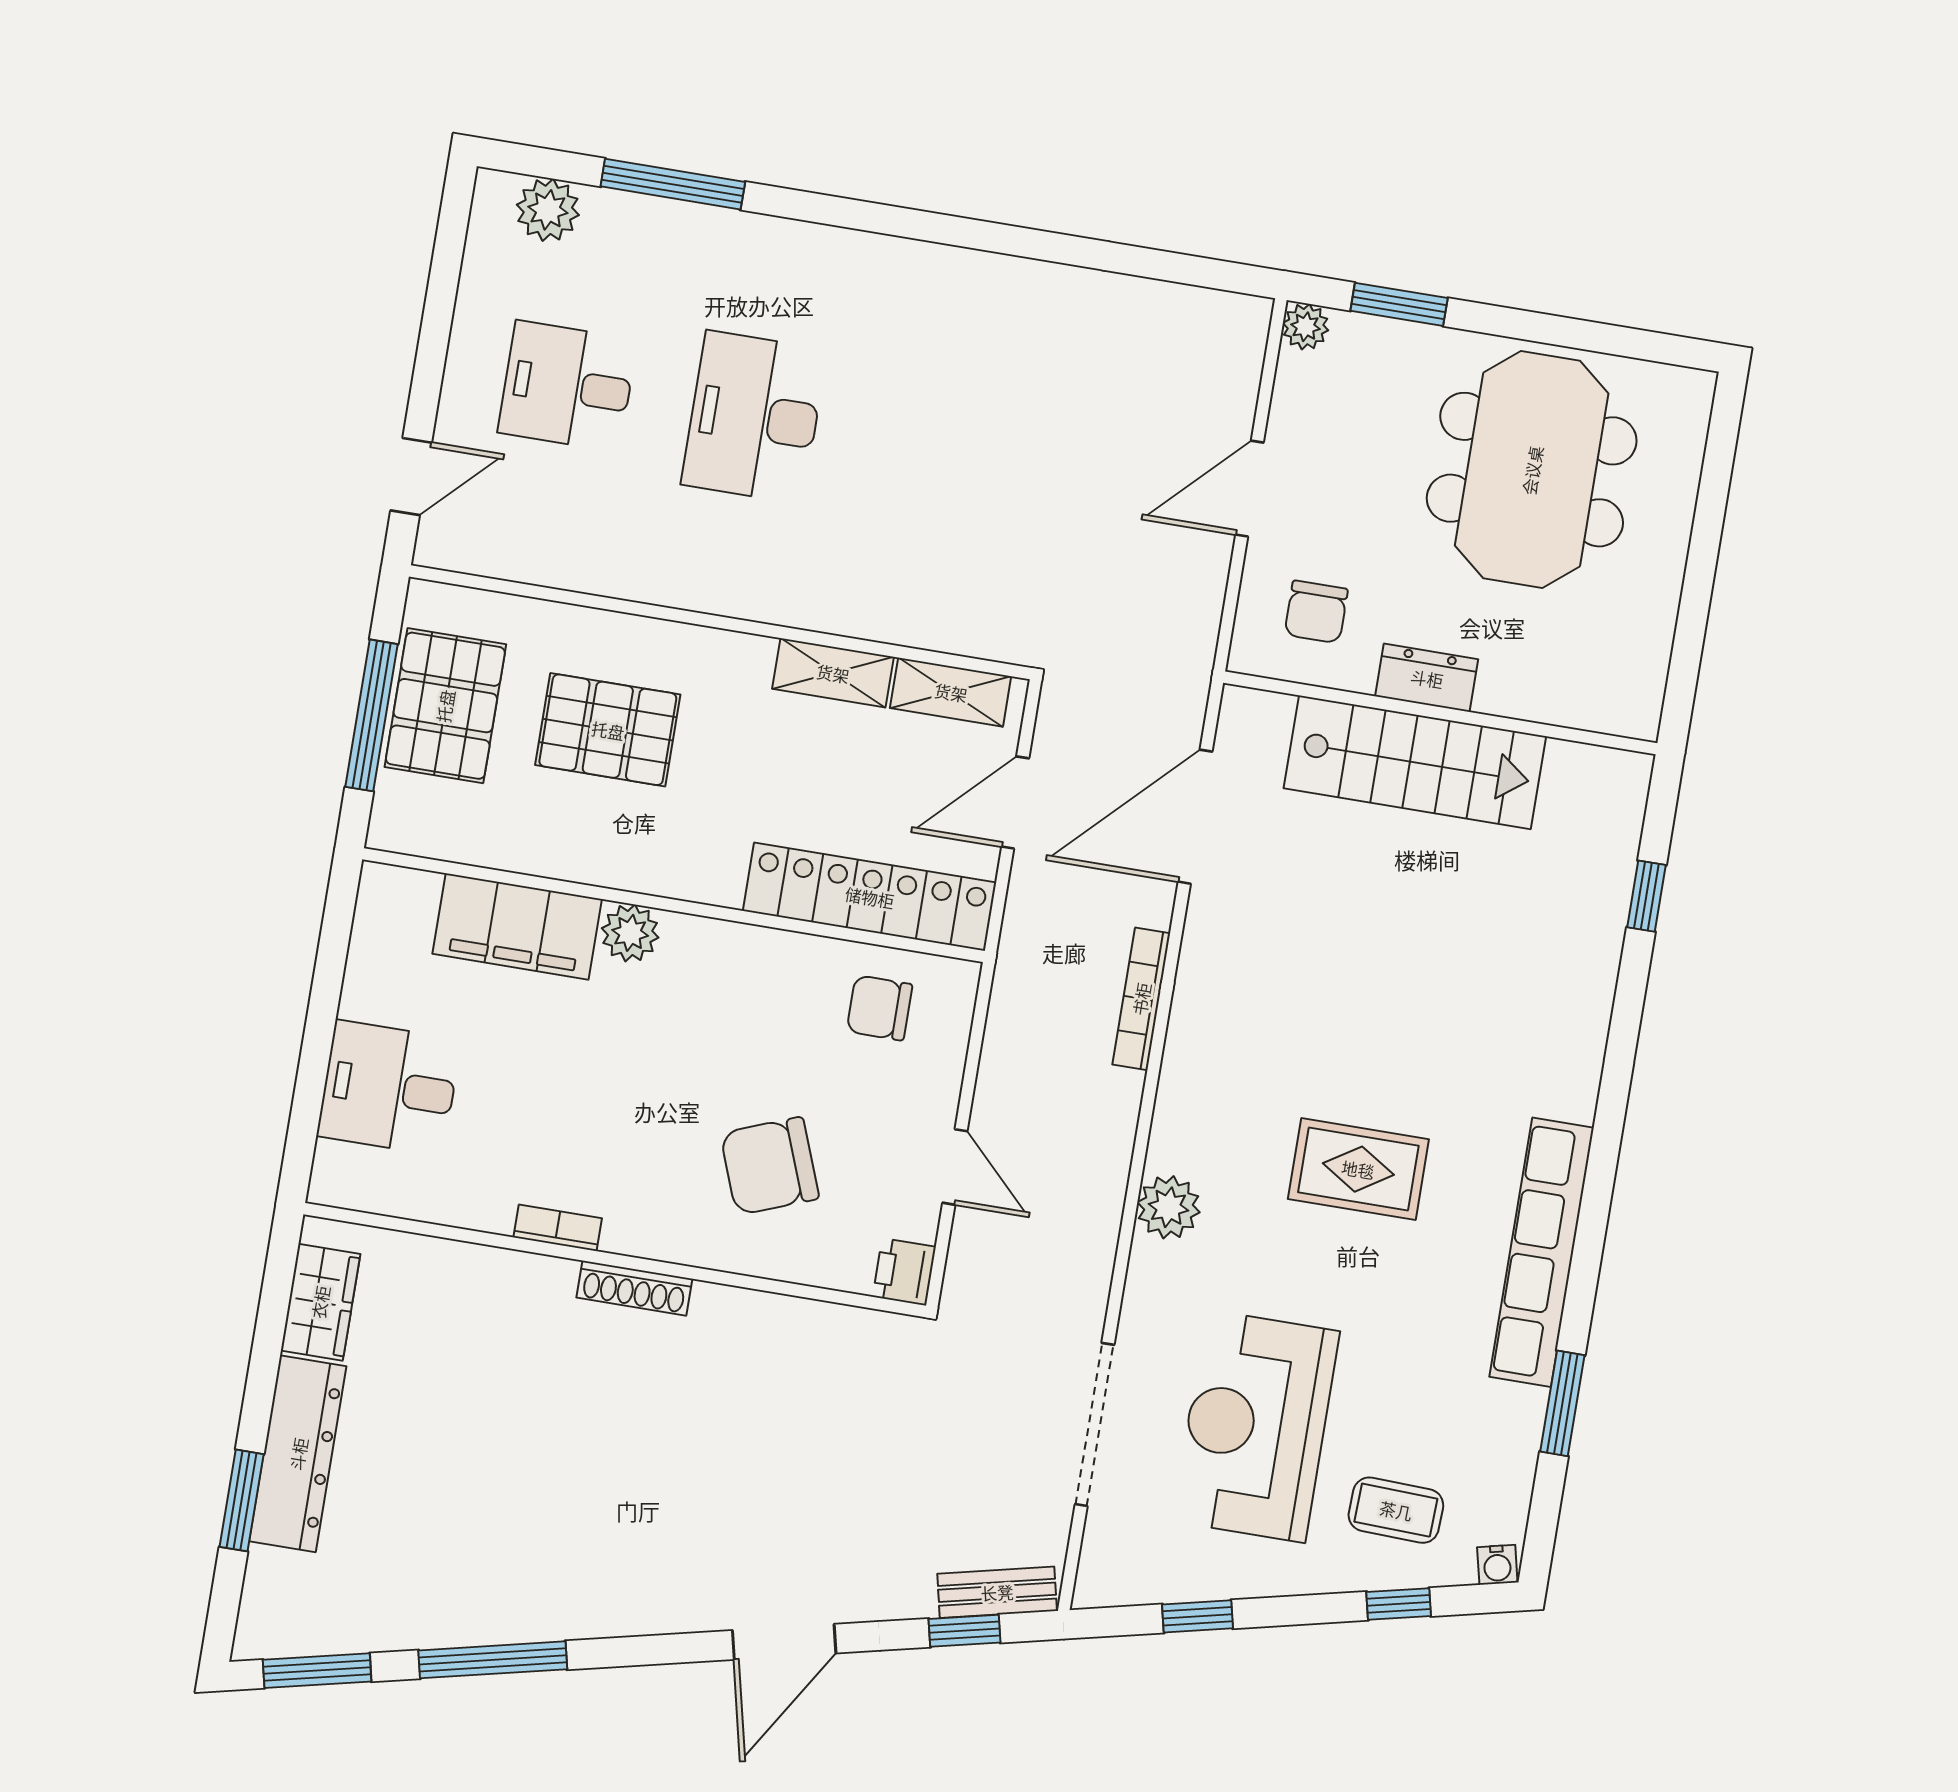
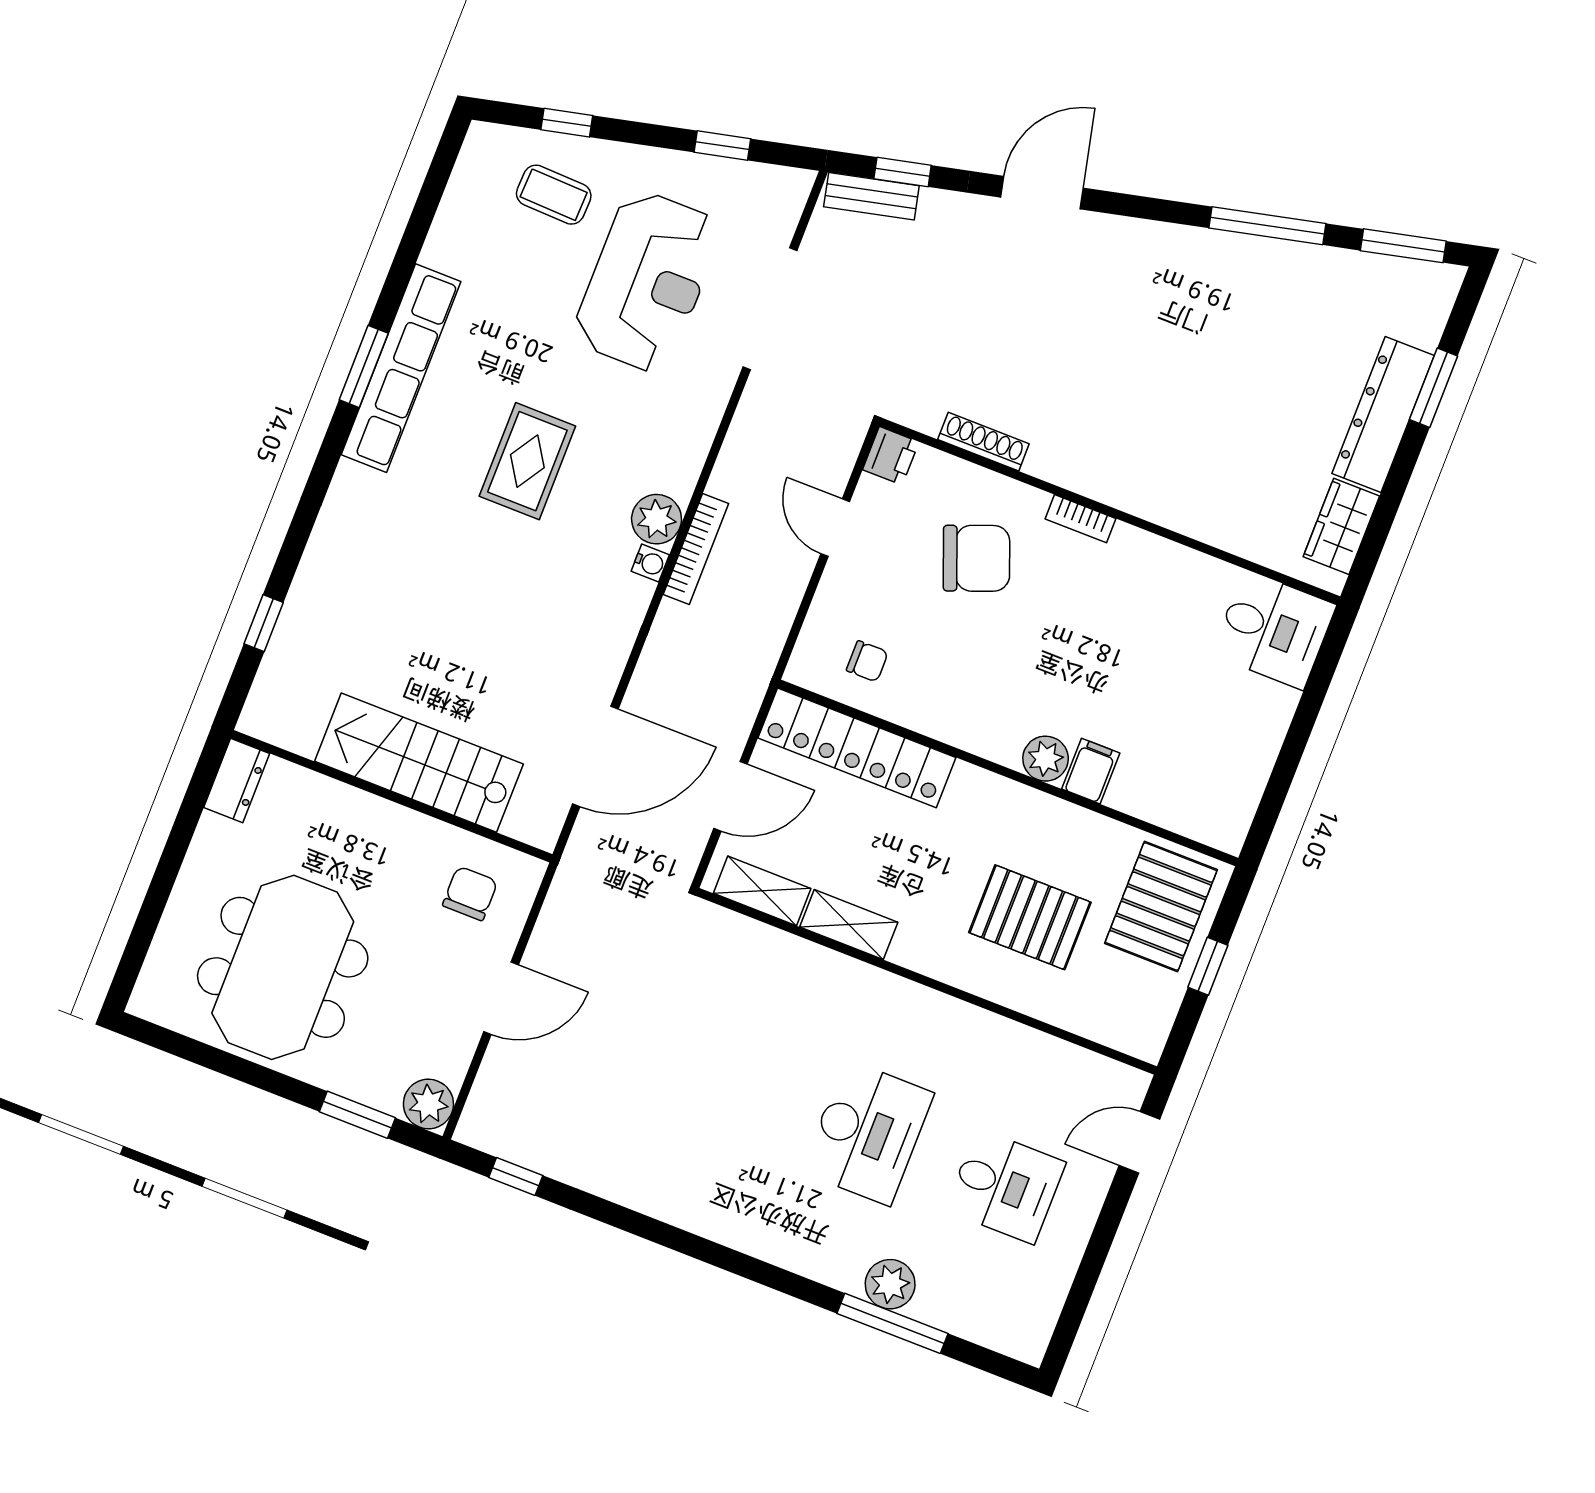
plant: (548, 210) -> (890, 1284), moved
window: (1184, 269) -> (516, 1177), added
plant: (1306, 327) -> (428, 1104), width x1.38, depth x1.38
dresser: (1427, 678) -> (237, 781), moved, turned -90
pallet: (445, 706) -> (1161, 906), moved
window: (372, 715) -> (1208, 966), width x0.46
filing cabinet: (517, 926) -> (1091, 771), width x0.33, depth x0.86
bookcase: (1141, 999) -> (696, 549), moved
chair: (879, 1008) -> (867, 661), width x0.73, depth x0.73
desk: (389, 1088) -> (1274, 630), moved
rug: (1358, 1169) -> (527, 461), turned 90
plant: (1168, 1207) -> (657, 519), moved
bookcase: (558, 1228) -> (1080, 519), moved
shoe rack: (634, 1288) -> (983, 442), moved
window: (1562, 1403) -> (364, 367), moved
water cooler: (1497, 1565) -> (650, 563), moved, turned 103

